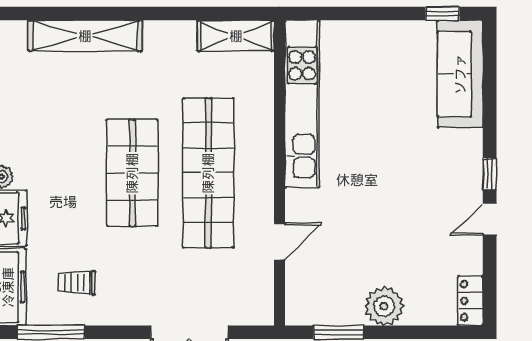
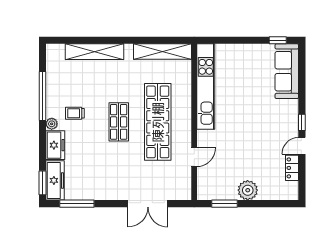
shelving: (236, 36) -> (163, 52), width x1.47
shop shelf: (132, 173) -> (119, 122), width x0.70, depth x0.74
trolley: (77, 283) -> (75, 113), moved
locker: (470, 301) -> (292, 168), moved

